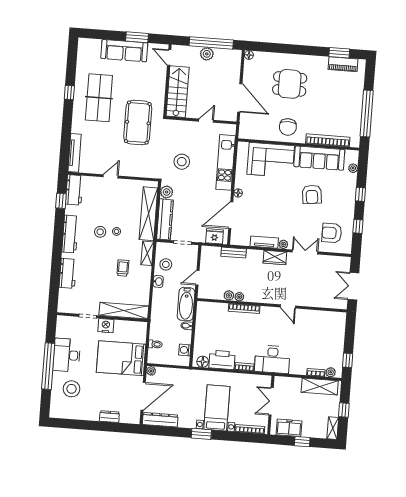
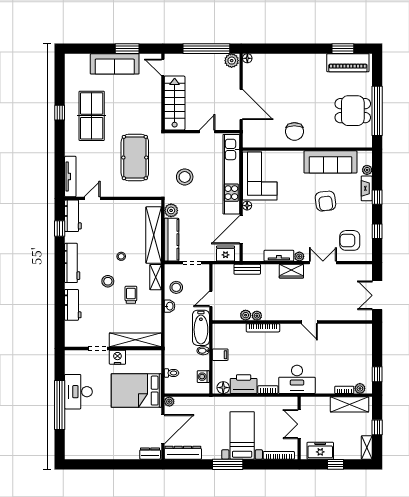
plant: (207, 54) -> (232, 61), moved
piano: (343, 64) -> (348, 63), width x1.37, depth x1.33
dining table: (290, 84) -> (353, 111), moved
pool table: (138, 123) -> (135, 158), moved
bookcase: (328, 140) -> (338, 142), removed
corner sofa: (271, 160) -> (260, 176), moved, turned -90
kitchen unit: (226, 162) -> (231, 174), width x1.36
door: (111, 176) -> (92, 198), moved
fireplace: (351, 185) -> (367, 188), added
stool: (100, 232) -> (108, 281), moved
filing cabinet: (202, 331) -> (220, 355), added
stool: (71, 389) -> (86, 427), removed
dresser: (109, 417) -> (150, 454), moved
window: (201, 434) -> (228, 464), width x1.44

